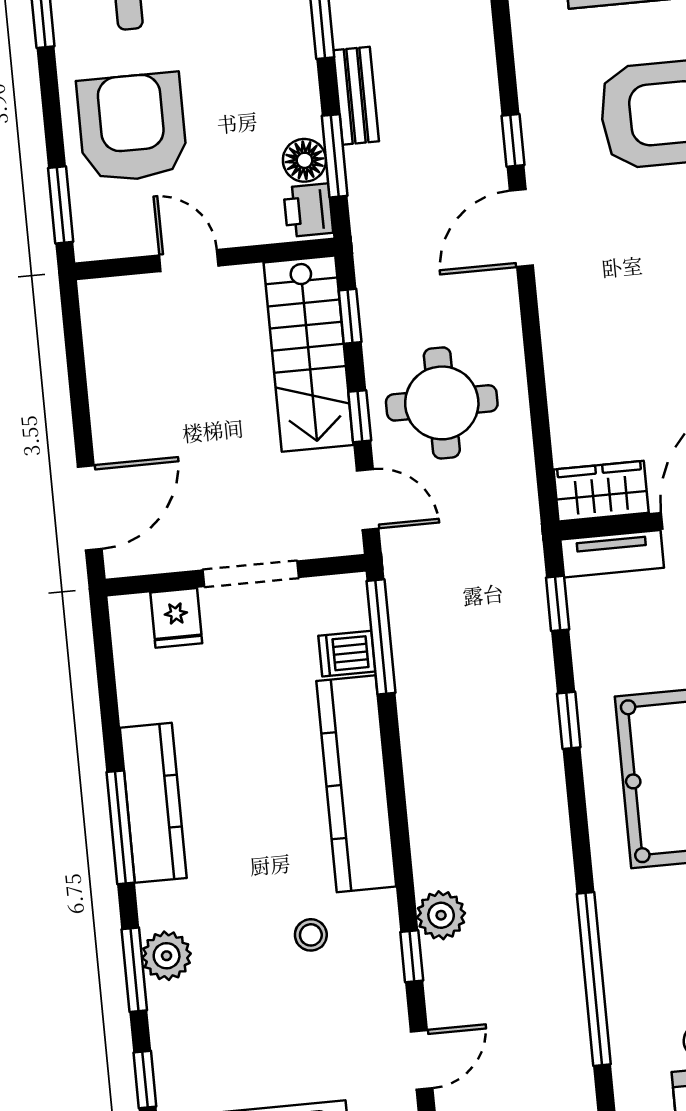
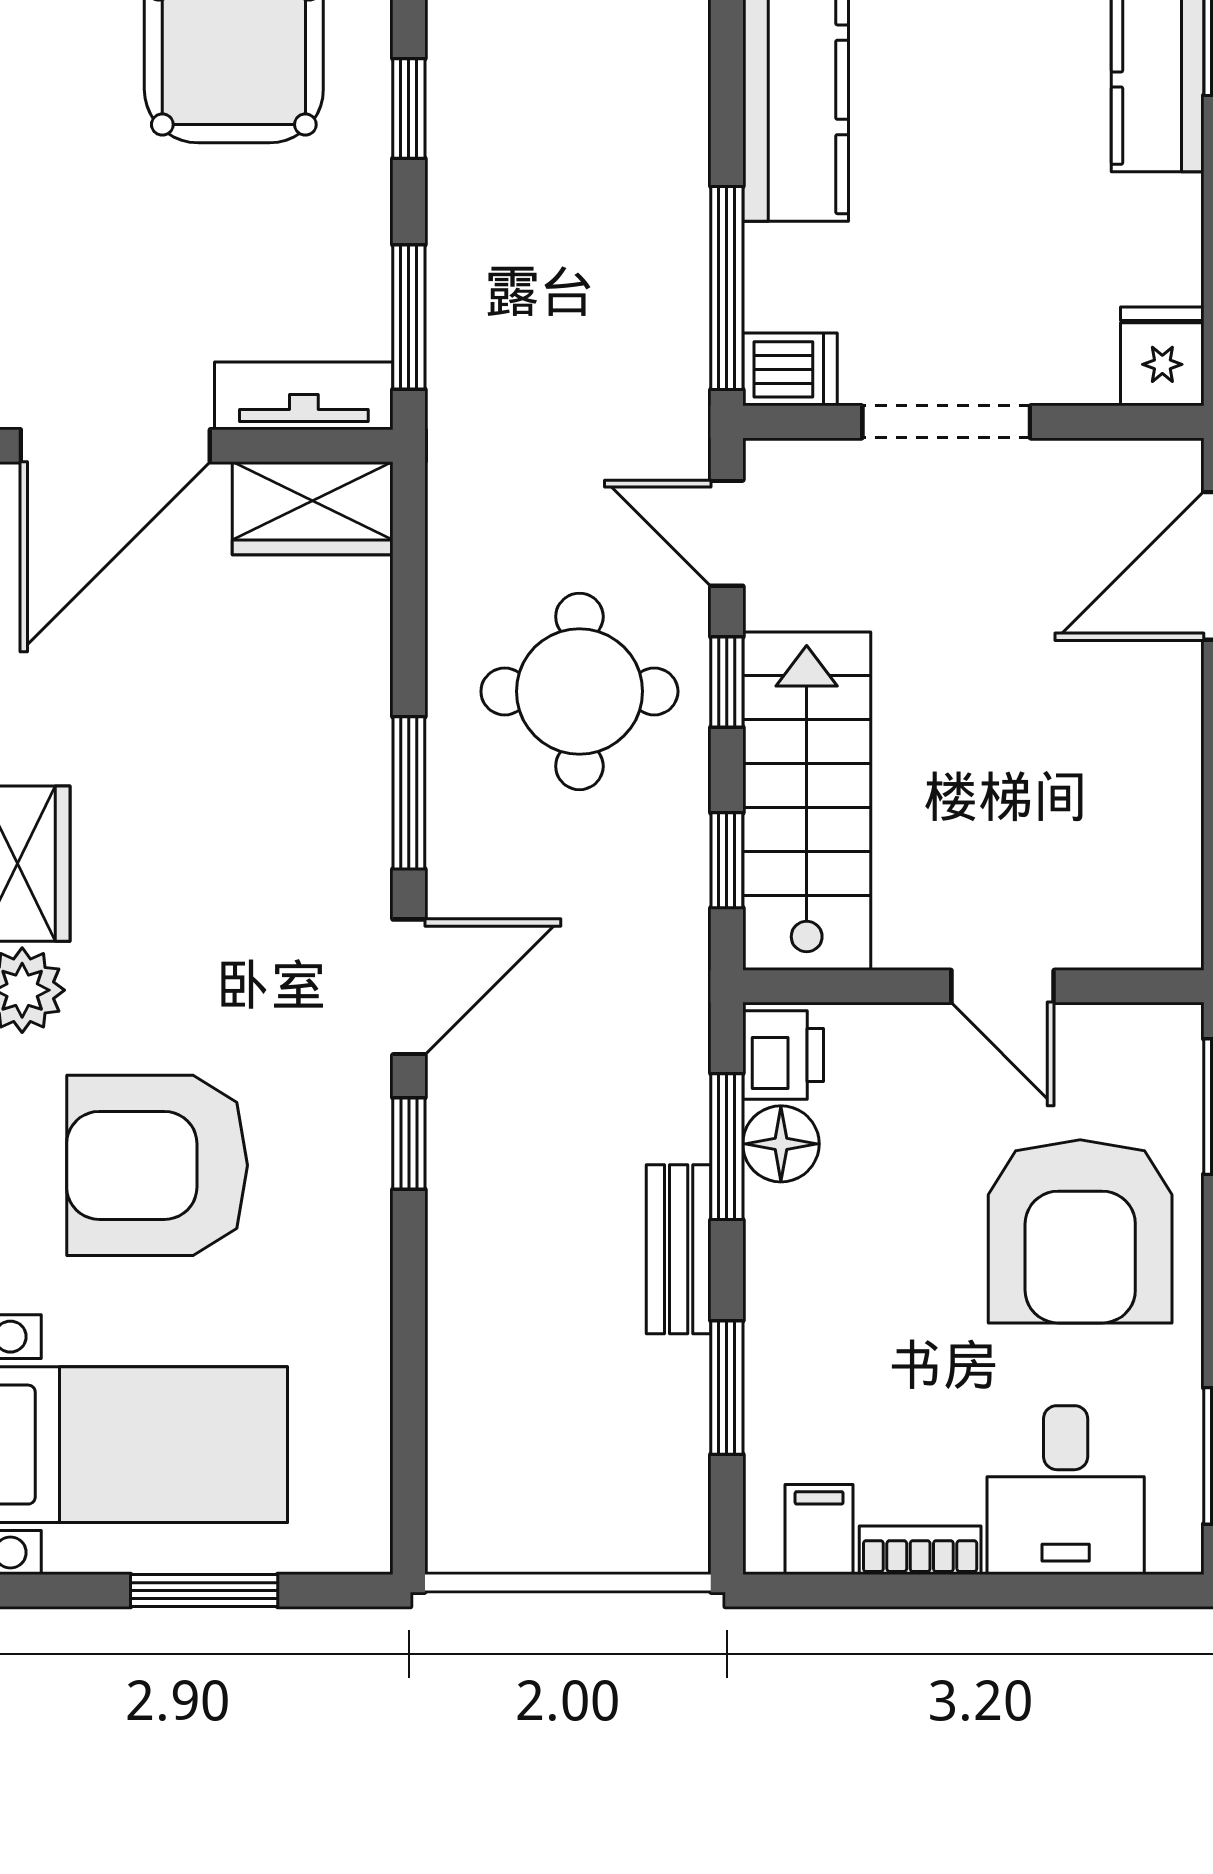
window: (532, 337) -> (409, 793), added
window: (558, 603) -> (409, 317), width x1.50
fridge: (176, 618) -> (1162, 356), moved
dishwasher: (347, 654) -> (790, 369), moved

